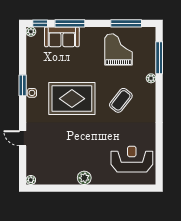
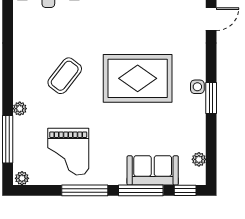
window: (126, 23) -> (85, 190), moved
plant: (31, 32) -> (199, 159), moved
plant: (150, 32) -> (22, 178), added
door: (23, 138) -> (211, 19), hinge flipped

